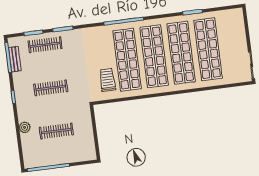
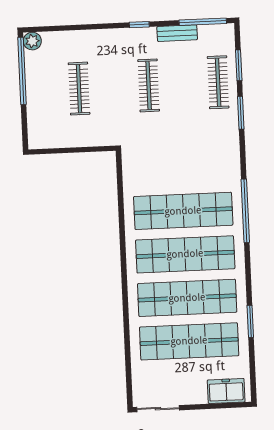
freezer: (237, 24) -> (226, 391), added
bench: (15, 59) -> (177, 33), moved
trolley: (107, 80) -> (154, 177), removed
plant: (25, 127) -> (32, 41), moved

